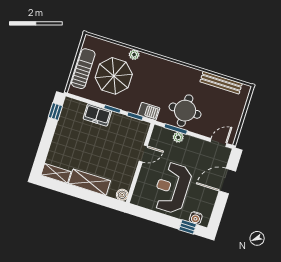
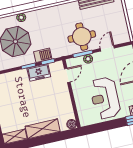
barbecue: (149, 111) -> (43, 55), moved
freezer: (97, 115) -> (39, 72), moved
door: (219, 142) -> (107, 48), moved
door: (143, 154) -> (67, 75), moved

